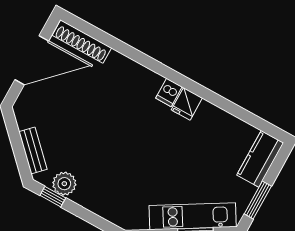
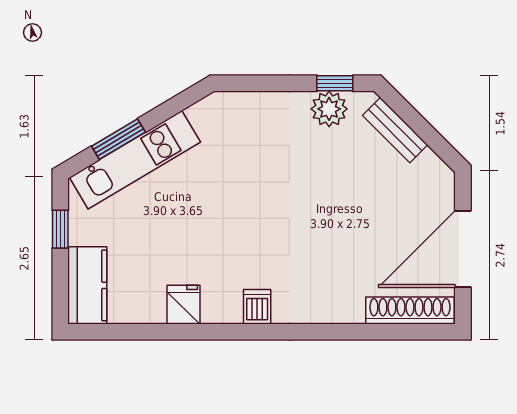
fridge: (187, 104) -> (184, 305), moved
window: (258, 200) -> (60, 229), width x0.67

